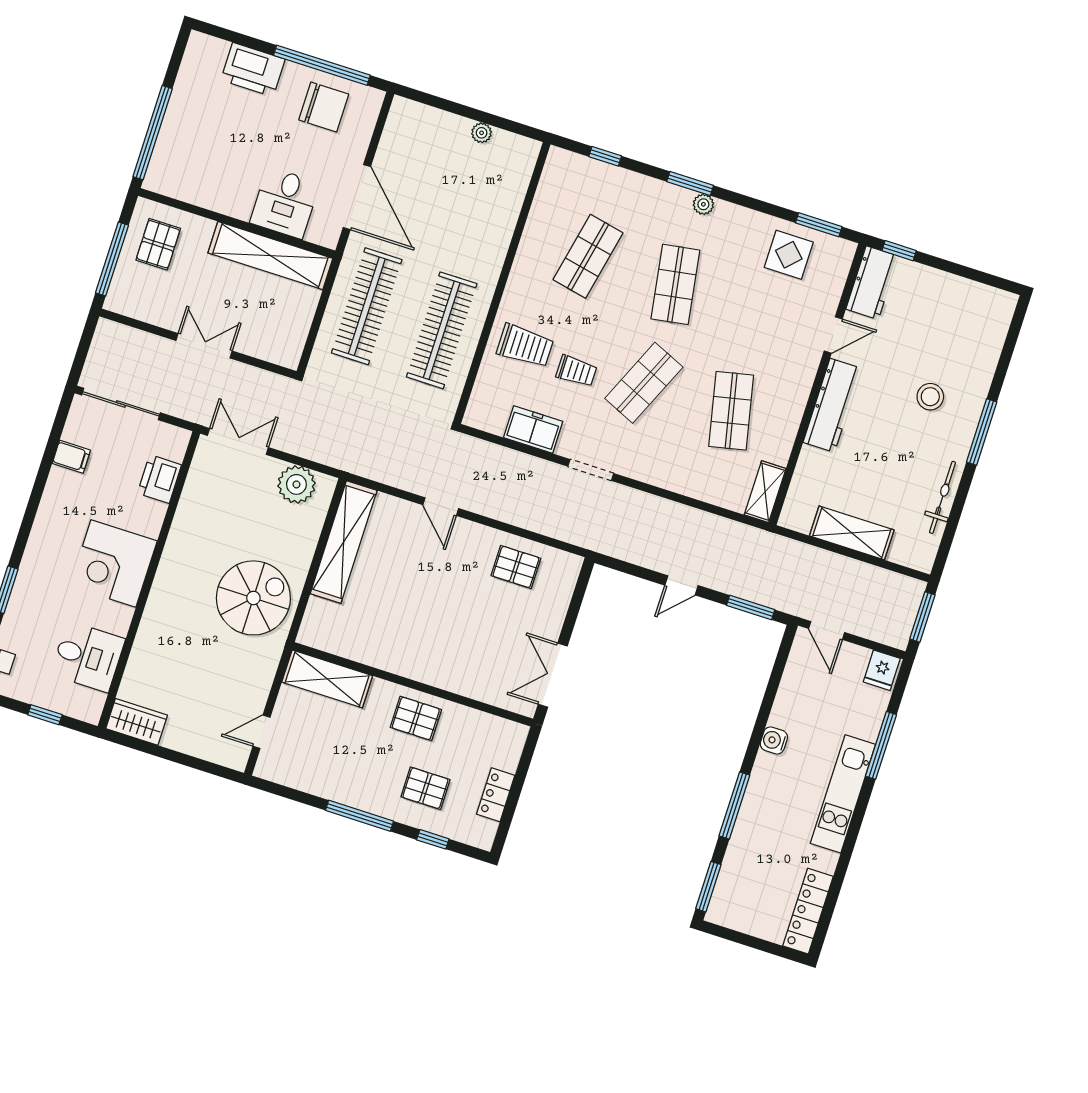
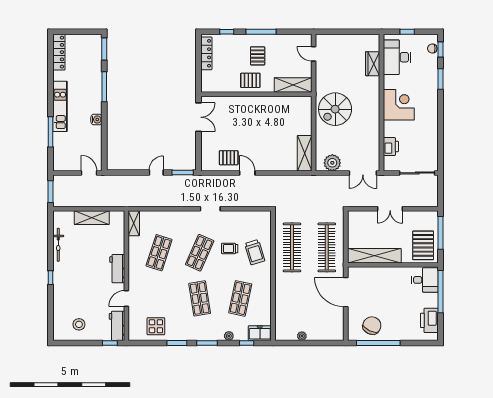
printer: (253, 70) -> (429, 320), moved, turned -90
chair: (324, 107) -> (372, 326), turned 116
desk: (285, 203) -> (425, 280), moved, turned 90
plant: (703, 204) -> (229, 336), moved
window: (819, 225) -> (177, 343), moved
pallet: (158, 244) -> (423, 245), width x1.50, depth x1.42
trolley: (525, 346) -> (255, 252), turned -107
stool: (930, 397) -> (79, 324), moved
workbench: (832, 405) -> (117, 269), width x0.73
shop shelf: (731, 411) -> (159, 253), turned 30
freezer: (533, 429) -> (260, 333), moved, turned 180
window: (982, 432) -> (51, 278), width x0.46
filing cabinet: (71, 457) -> (431, 144), removed
door: (441, 507) -> (247, 173), moved
shelving: (344, 542) -> (305, 153), width x0.68
window: (751, 608) -> (183, 172), moved
desk: (88, 657) -> (397, 57), width x1.37
fridge: (882, 670) -> (60, 164), removed
wardrobe: (137, 722) -> (373, 64), moved, turned 90
door: (262, 732) -> (314, 54), swing flipped
pallet: (425, 788) -> (258, 56), moved, turned 90
locker: (496, 795) -> (206, 53), width x1.53

